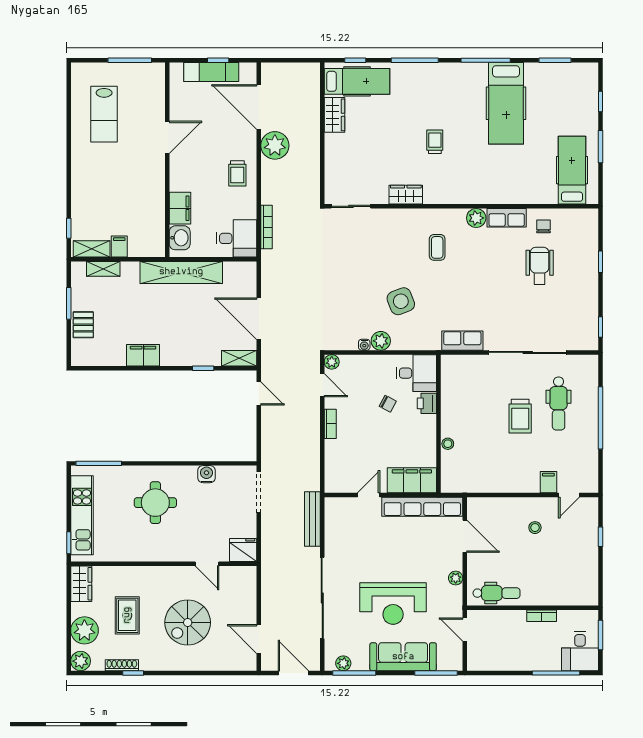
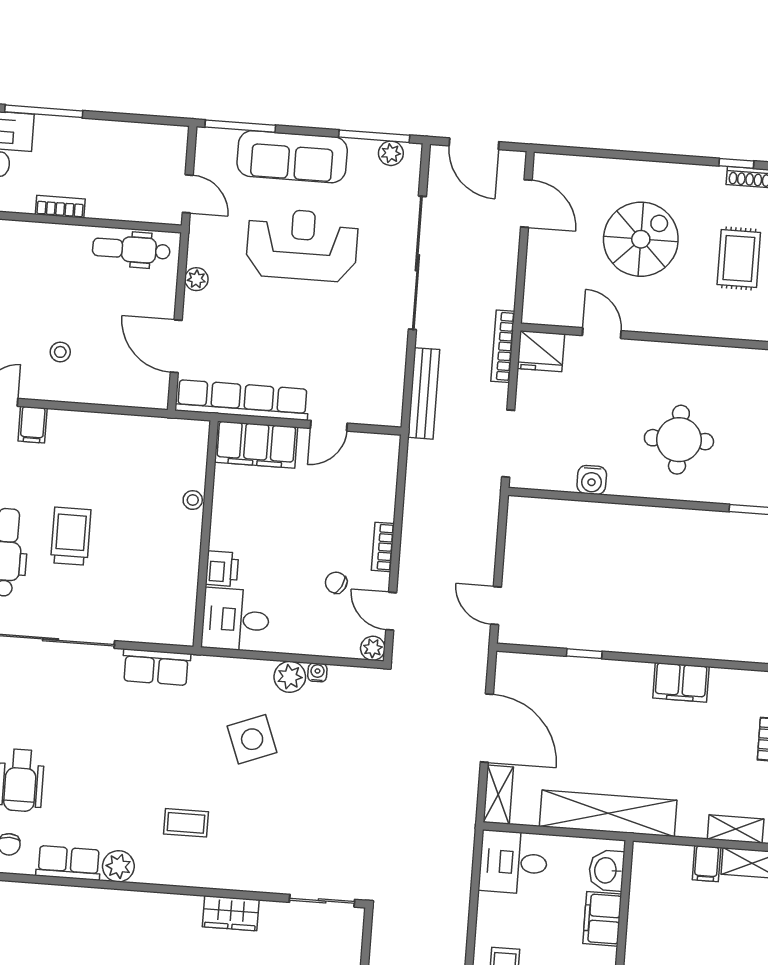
bookcase: (267, 227) -> (503, 346), moved
coffee table: (437, 247) -> (186, 823), turned 90
shelving: (239, 358) -> (498, 795), moved, turned 90
chair: (388, 404) -> (336, 583), moved

